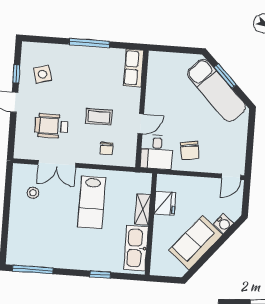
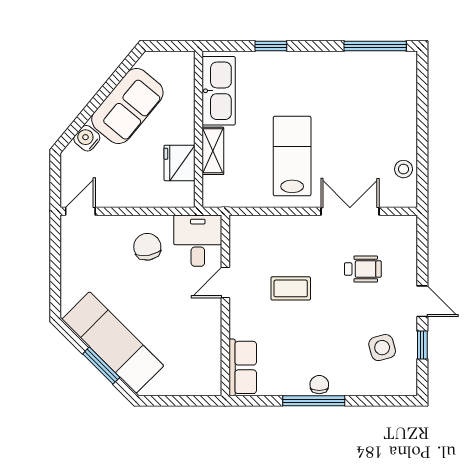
wheelchair: (51, 126) -> (363, 269), width x0.73, depth x0.73
chair: (106, 148) -> (319, 385), moved
stool: (33, 193) -> (404, 169), moved

